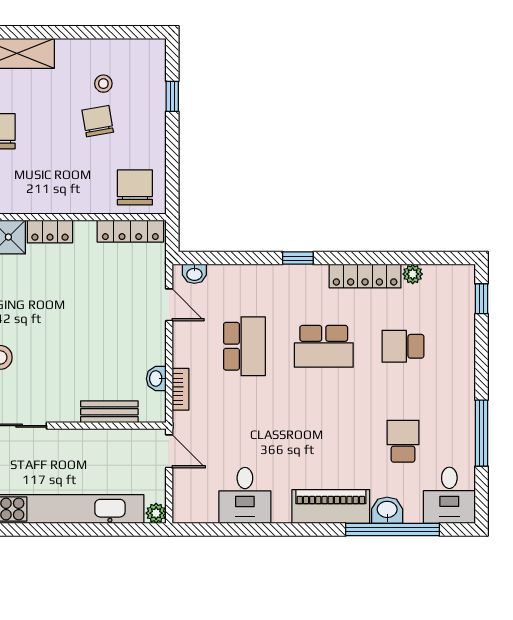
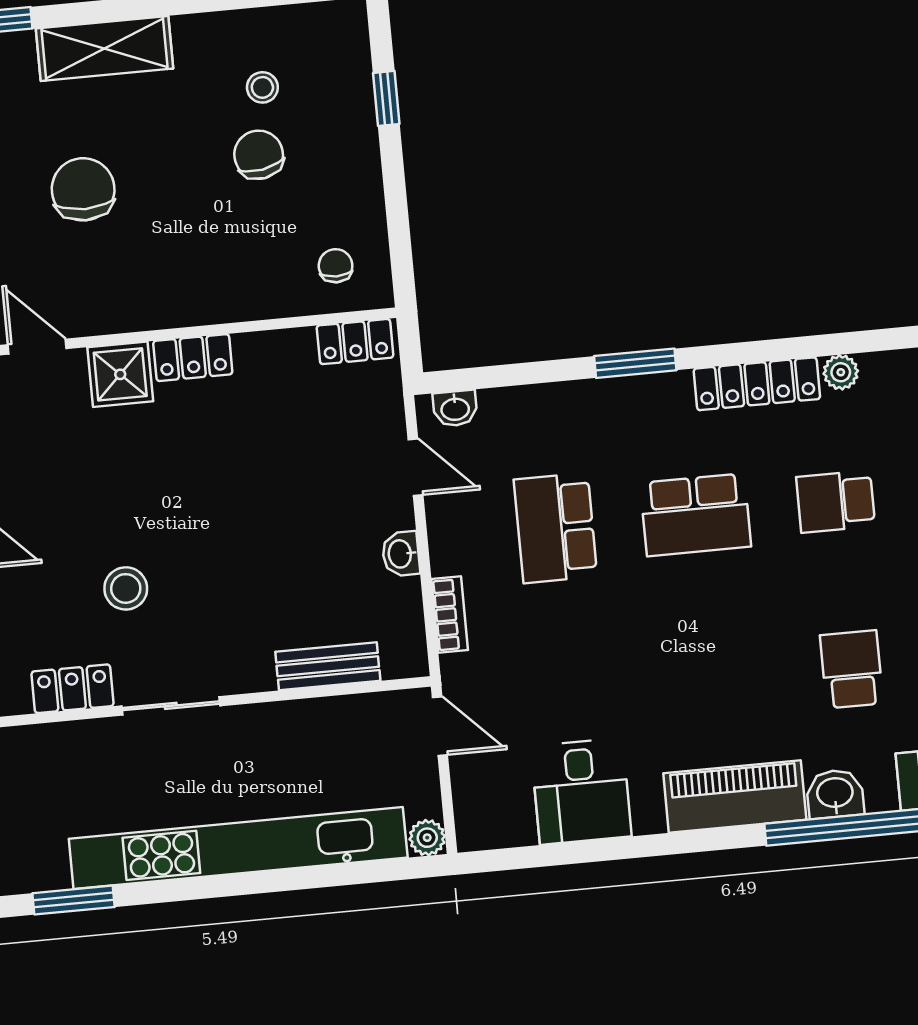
chair: (135, 187) -> (336, 266), width x0.54, depth x0.54
locker: (130, 231) -> (355, 342), width x0.66
window: (298, 258) -> (635, 363), width x1.50
school desk: (244, 346) -> (555, 528), turned 180
washbasin: (156, 379) -> (401, 554), moved

